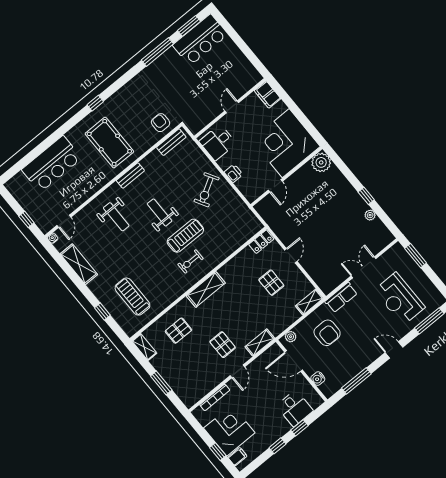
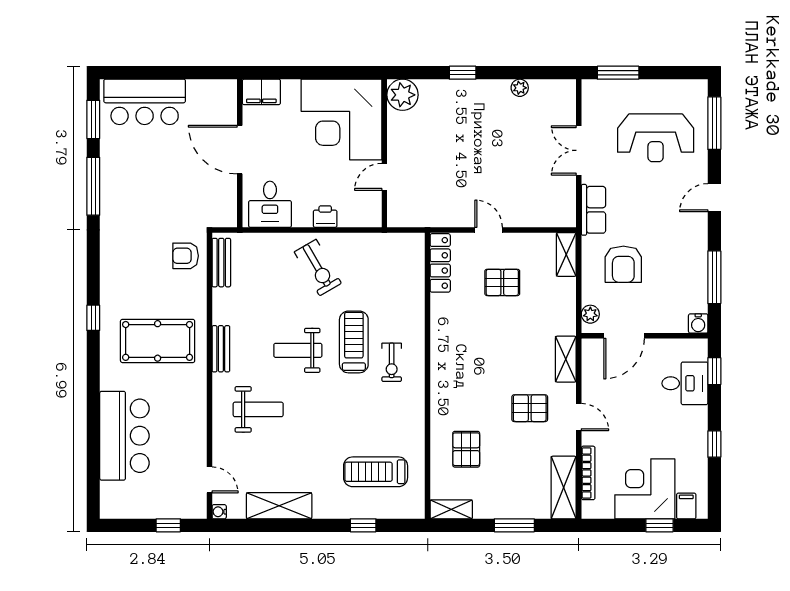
bar counter: (200, 40) -> (145, 102), moved, turned 90
door: (232, 107) -> (240, 150), width x1.87
door: (275, 186) -> (384, 177), swing flipped
window: (366, 196) -> (463, 73), moved
locker: (261, 242) -> (440, 263), width x1.53
shelving: (206, 289) -> (564, 488), moved
armchair: (327, 333) -> (623, 264), turned 90
water cooler: (318, 379) -> (698, 323), moved
window: (299, 428) -> (714, 371), moved

